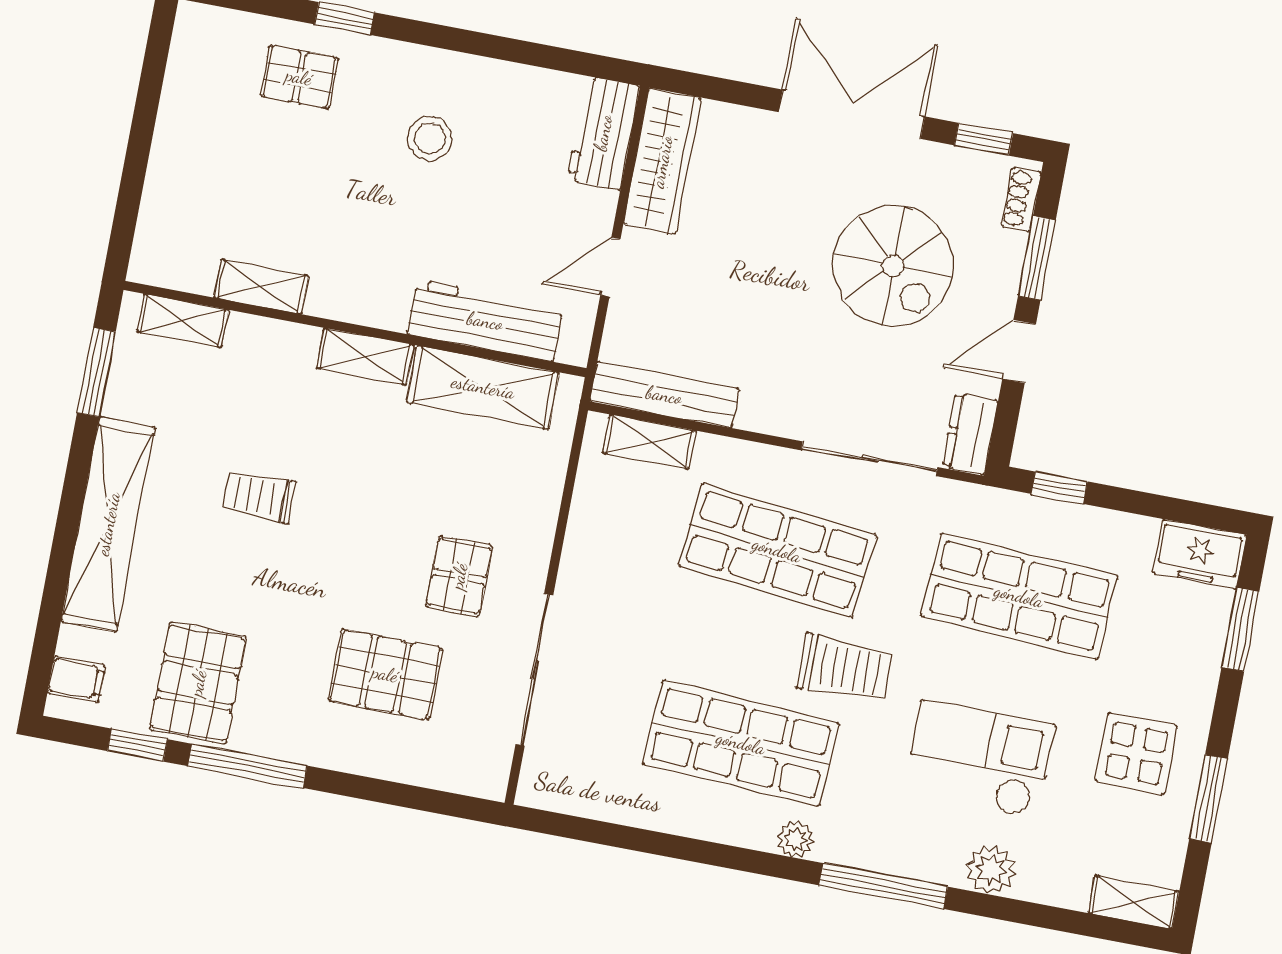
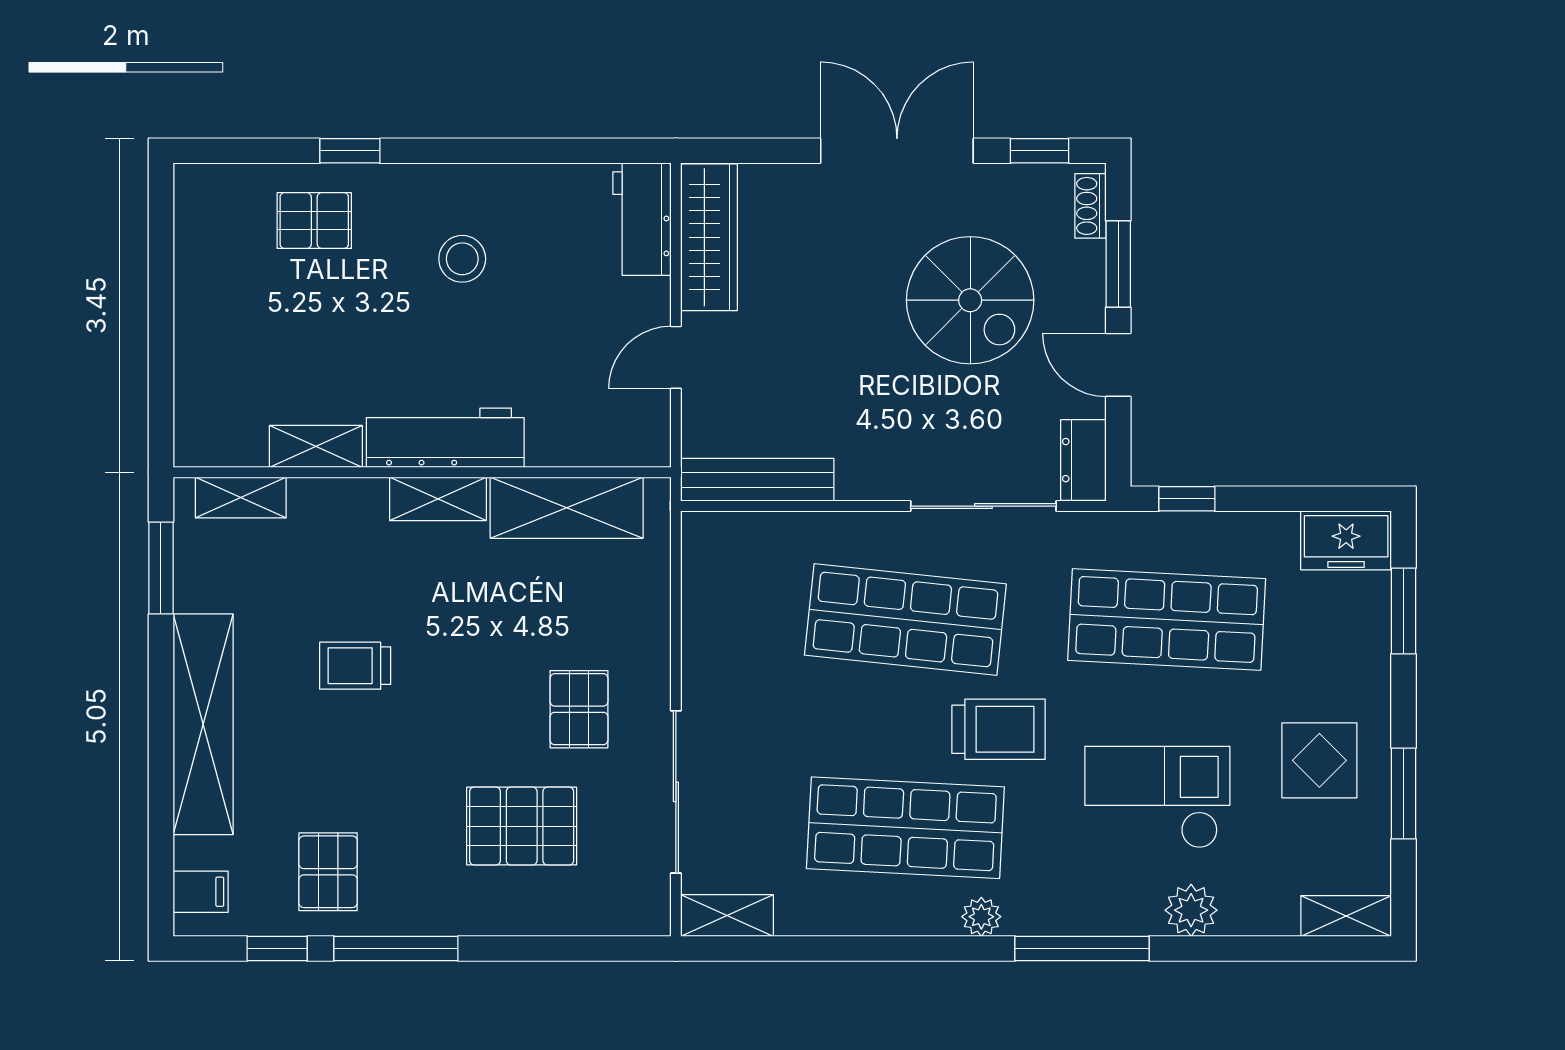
workbench: (485, 321) -> (445, 438), moved
door: (1019, 351) -> (1118, 365), hinge flipped
shelving: (649, 442) -> (727, 915), moved
pallet: (198, 683) -> (328, 872), width x0.67, depth x0.71

